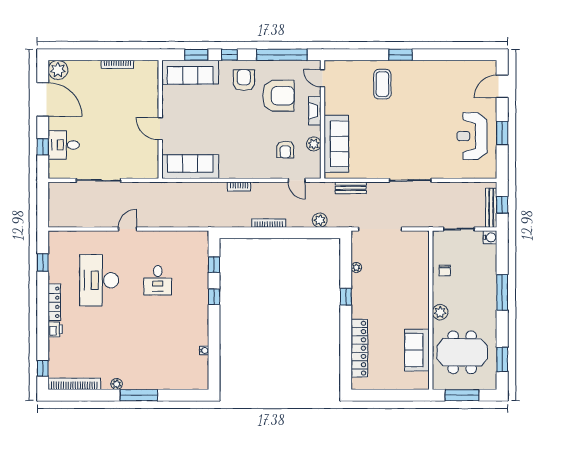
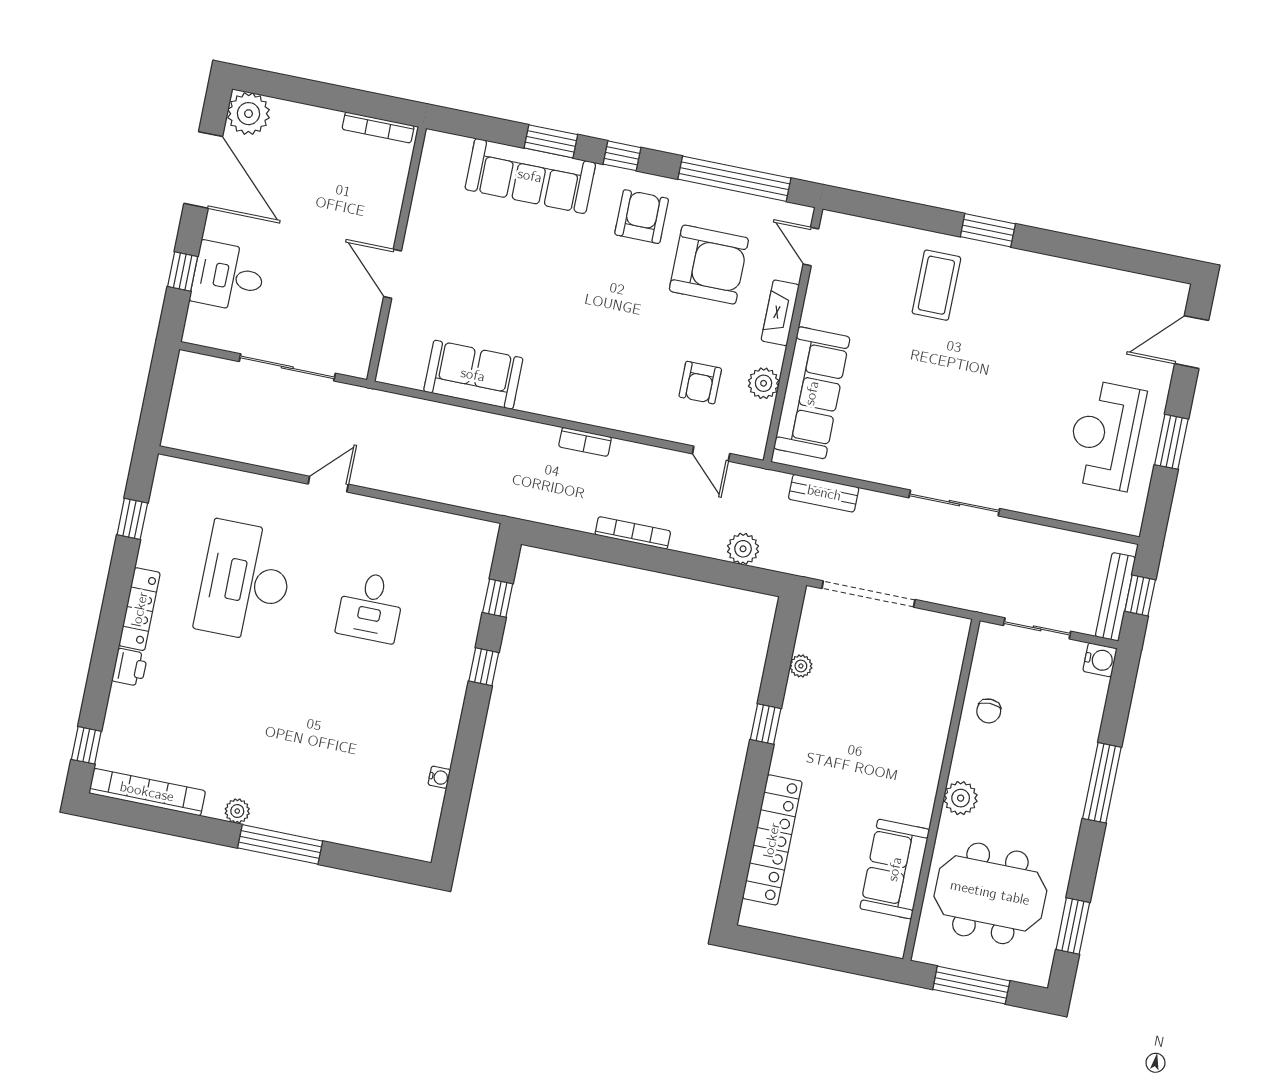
wall: (160, 119) -> (397, 254), moved
door: (160, 129) -> (393, 274), moved
sofa: (190, 167) -> (473, 375), width x0.73

